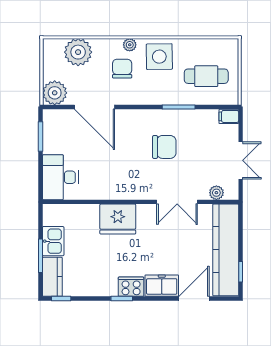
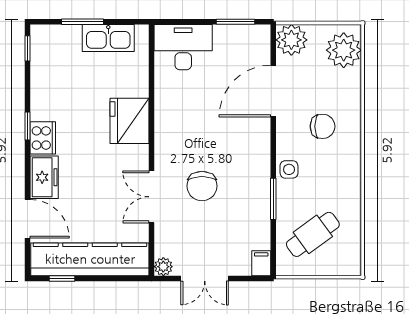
plant: (130, 45) -> (353, 136), removed
plant: (78, 52) -> (344, 50), moved
side table: (159, 57) -> (289, 169), moved, width x0.54, depth x0.54
cafe table: (206, 76) -> (313, 234), turned 54
chair: (164, 147) -> (202, 186), moved
plant: (216, 193) -> (163, 267), moved
kitchen sink: (53, 241) -> (108, 38), width x1.38
kitchen counter: (52, 277) -> (55, 37), removed

